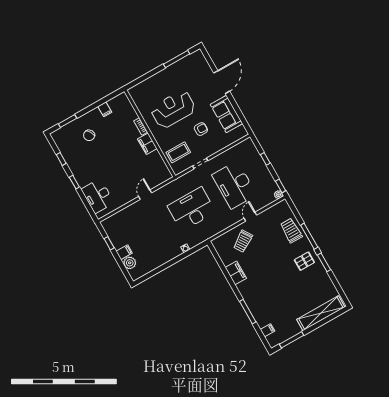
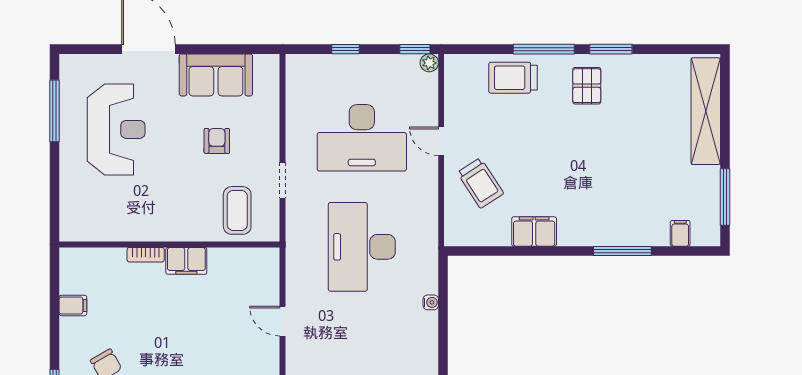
reception desk: (173, 109) -> (116, 129), moved, turned 180

